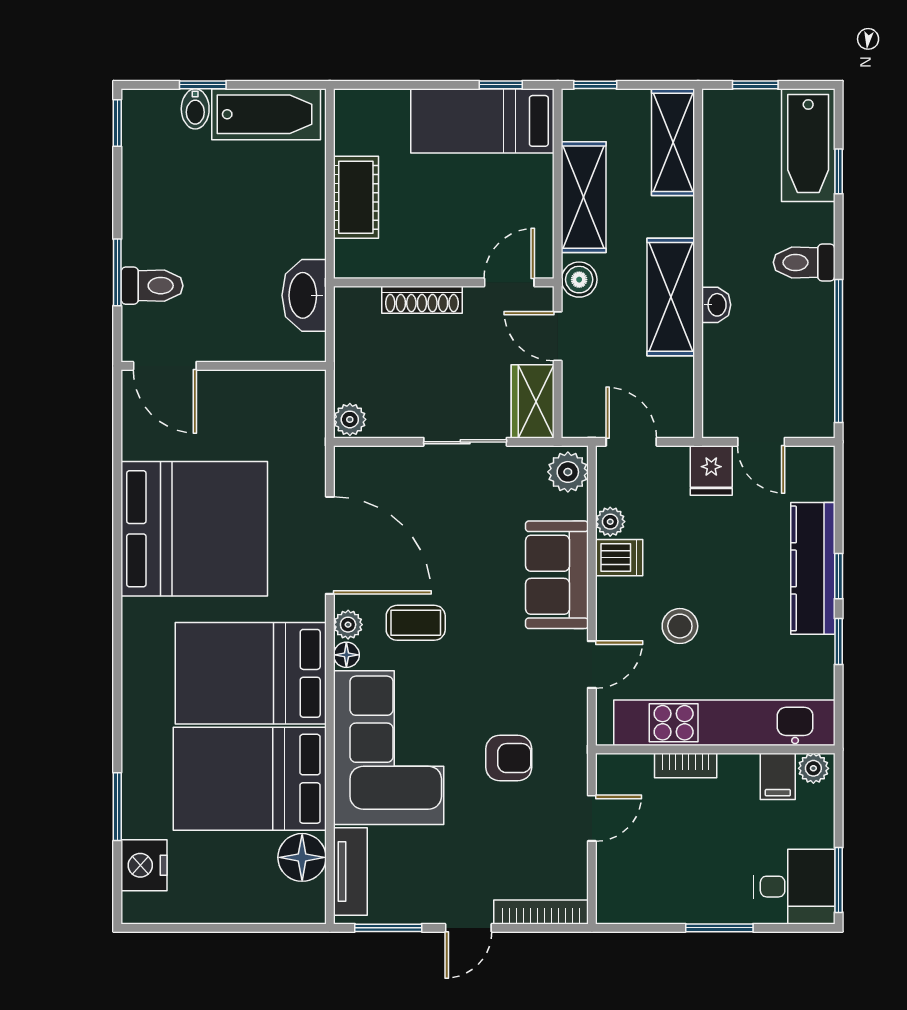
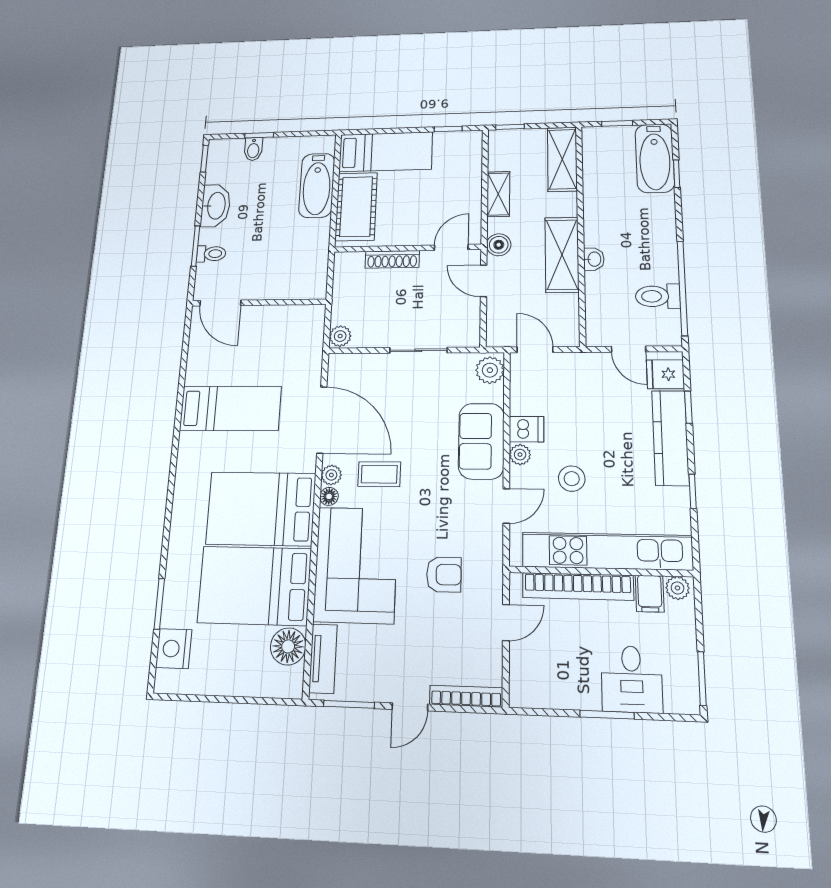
bathtub: (266, 114) -> (317, 185), moved, turned 90
bed: (482, 121) -> (386, 152), moved, turned 180
cot: (356, 197) -> (356, 207), width x1.37, depth x1.34
shelving: (584, 197) -> (498, 194), width x0.67, depth x0.75
toilet: (804, 262) -> (658, 296), moved
toilet: (152, 286) -> (211, 254), width x0.73, depth x0.72
washbasin: (304, 295) -> (216, 206), moved, turned 180
wardrobe: (533, 401) -> (466, 323), removed
fridge: (711, 471) -> (665, 374), moved, turned 90
plant: (610, 522) -> (520, 455), moved
bed: (194, 529) -> (230, 408), width x0.49
window: (839, 576) -> (688, 407), moved
bookcase: (686, 766) -> (578, 586), width x2.31, depth x1.31
desk: (794, 887) -> (632, 679), moved, turned 90

